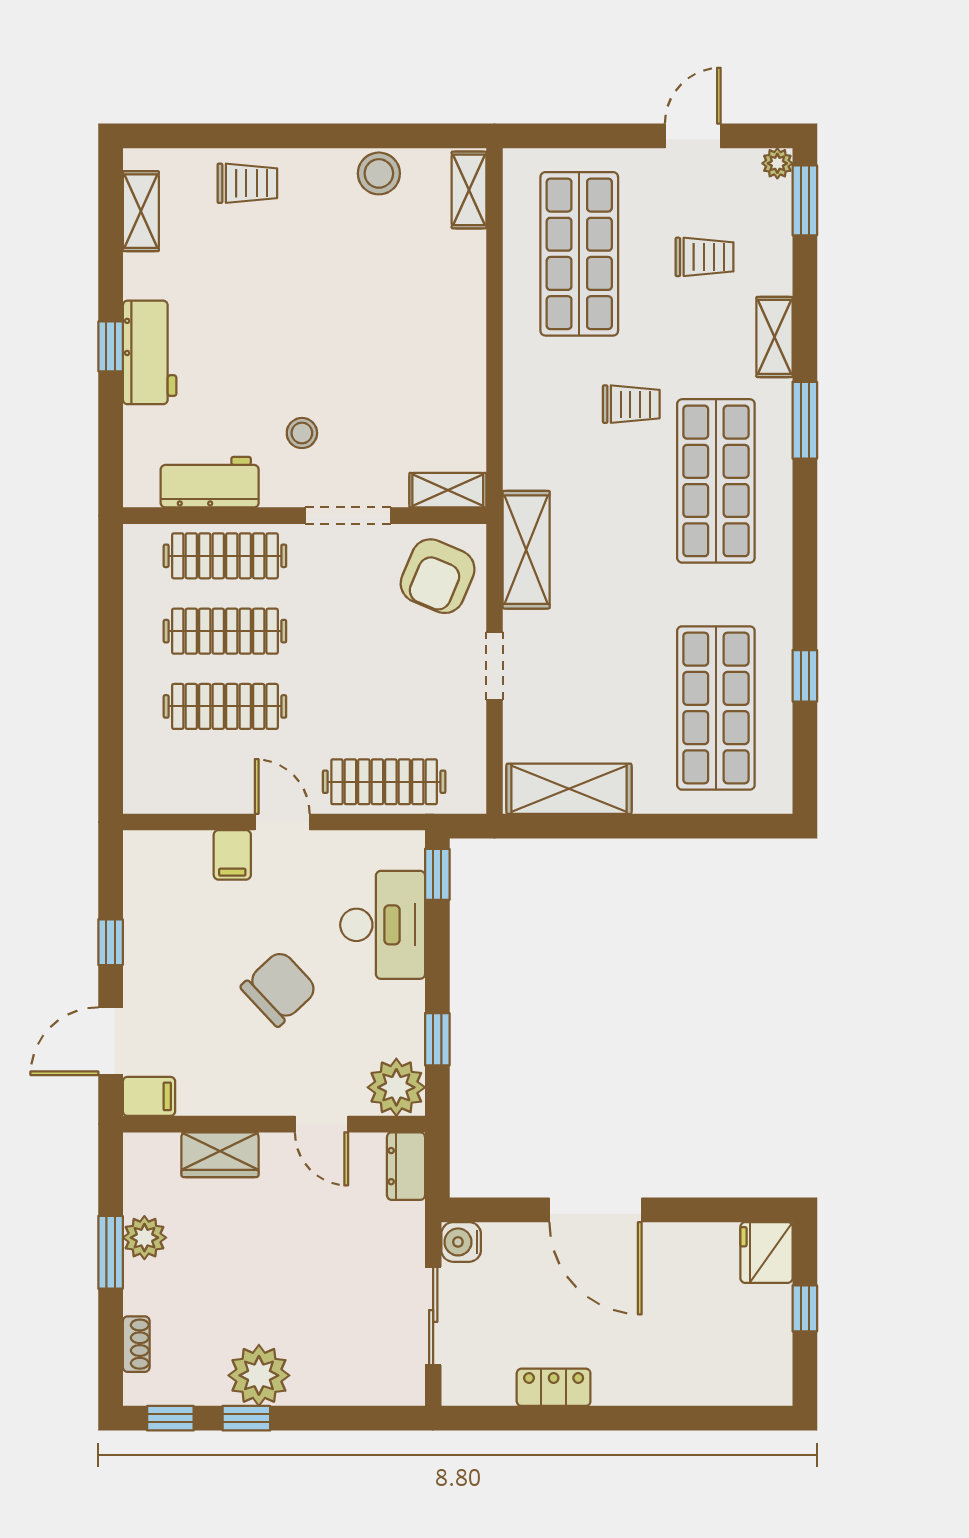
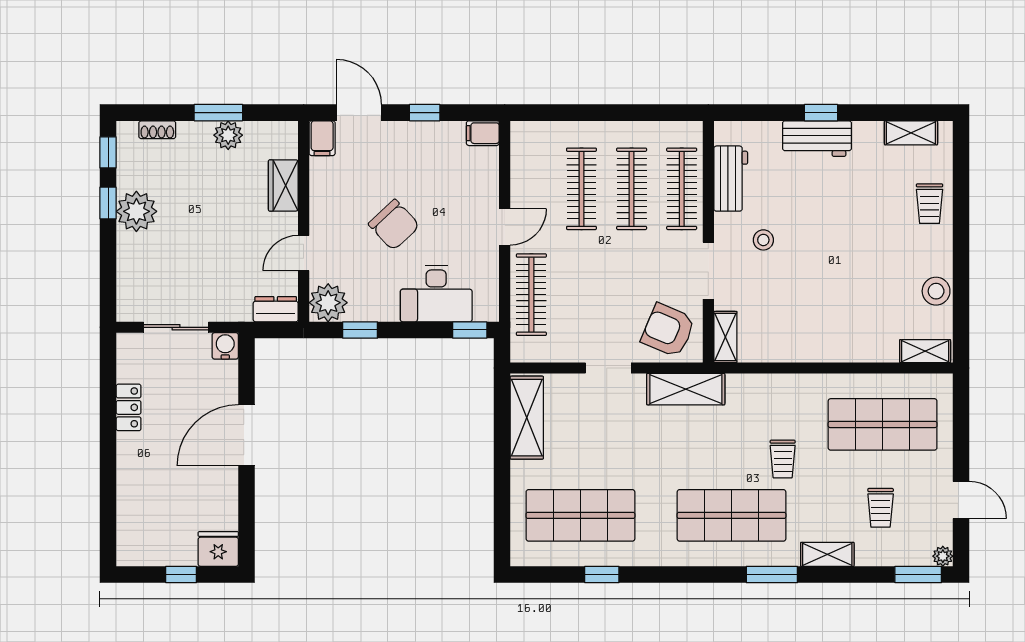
filing cabinet: (232, 855) -> (483, 133), moved

